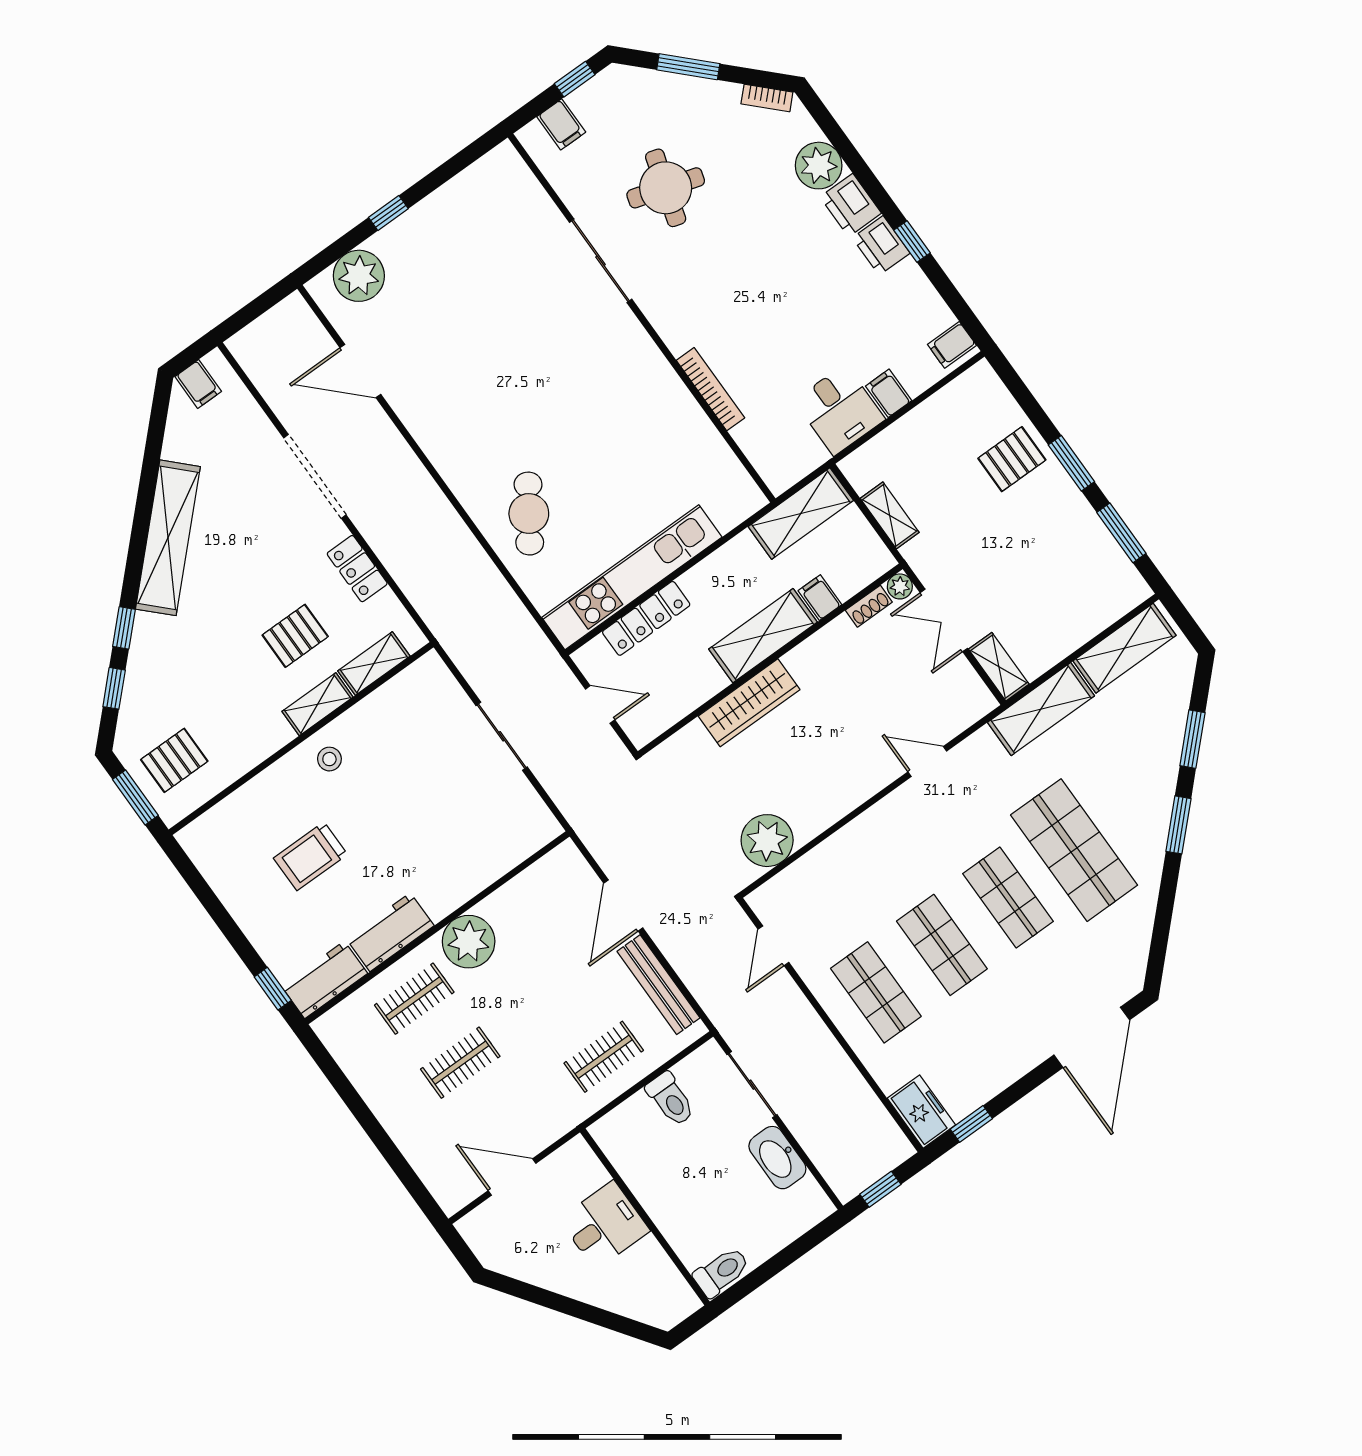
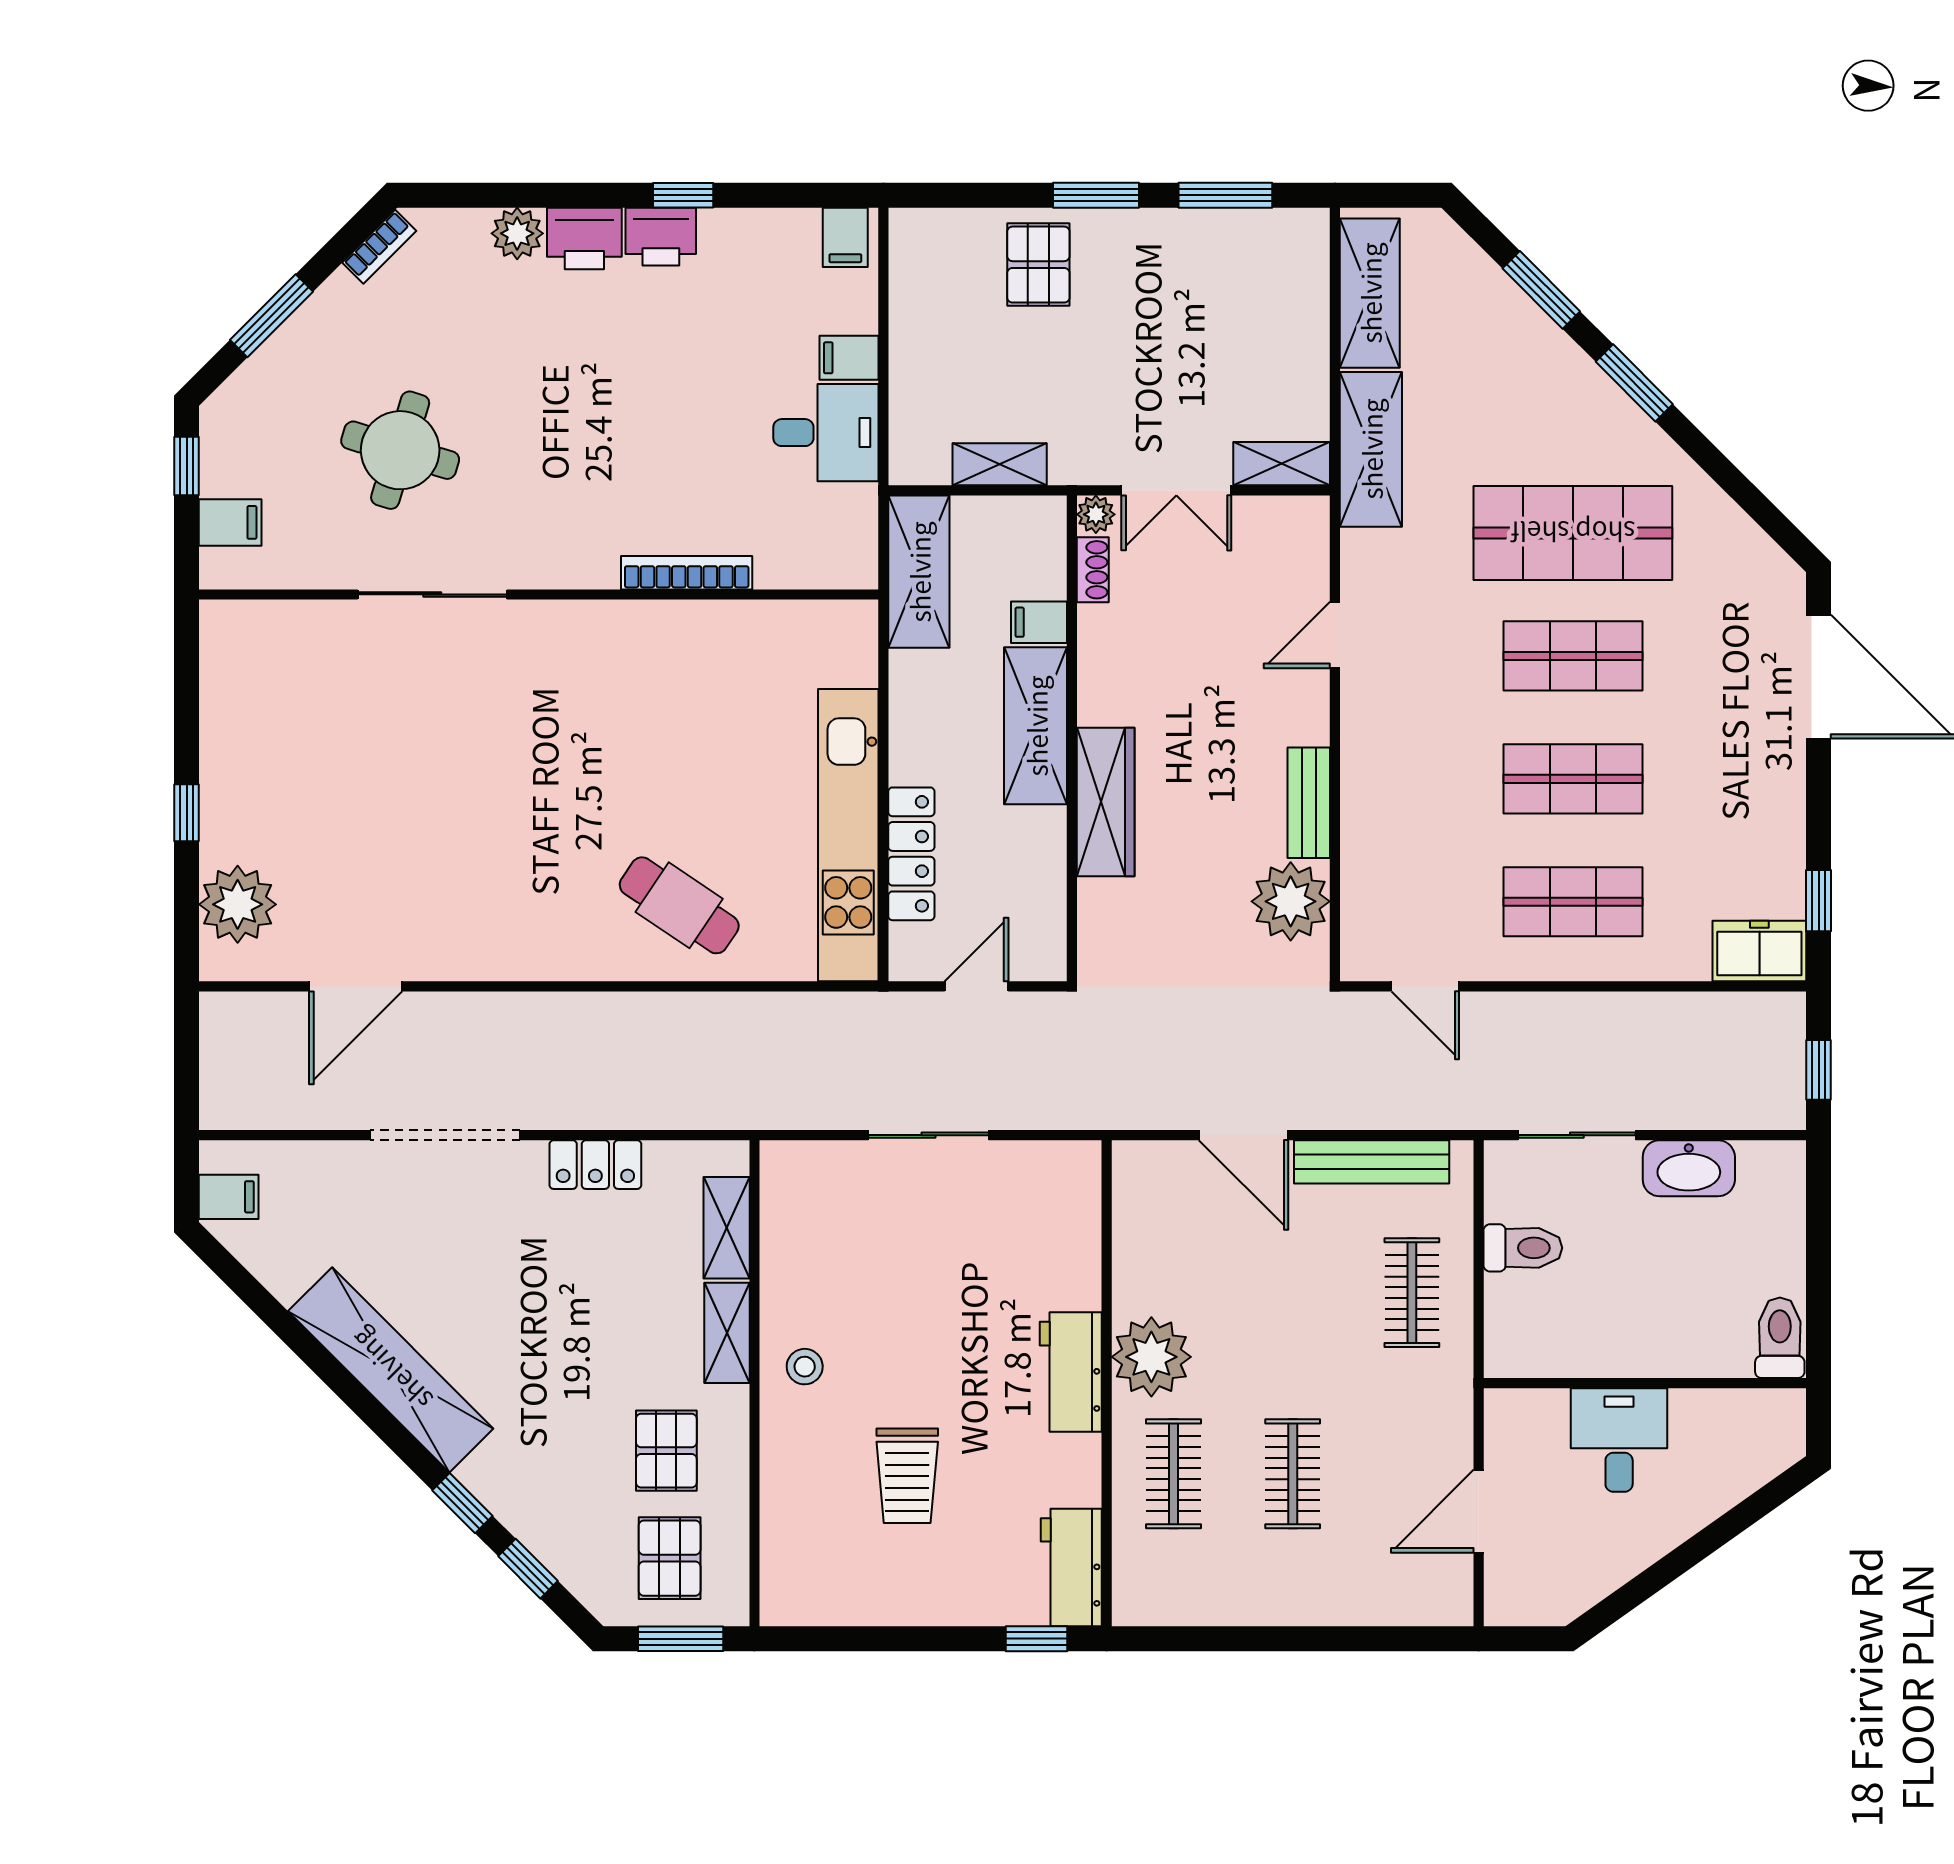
plant: (819, 166) -> (517, 233), width x0.73, depth x0.73
pallet: (295, 636) -> (666, 1451), moved
bench: (827, 812) -> (1309, 803), added
workbench: (390, 932) -> (1071, 1372), moved

